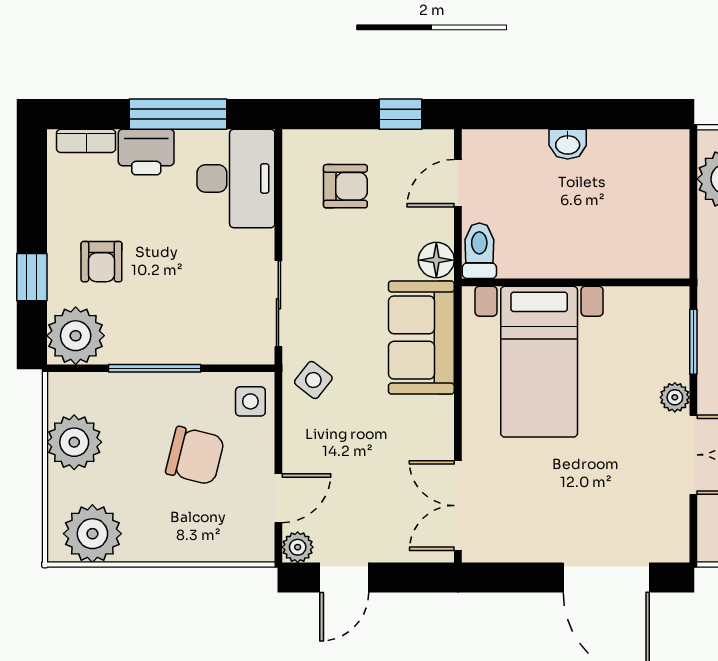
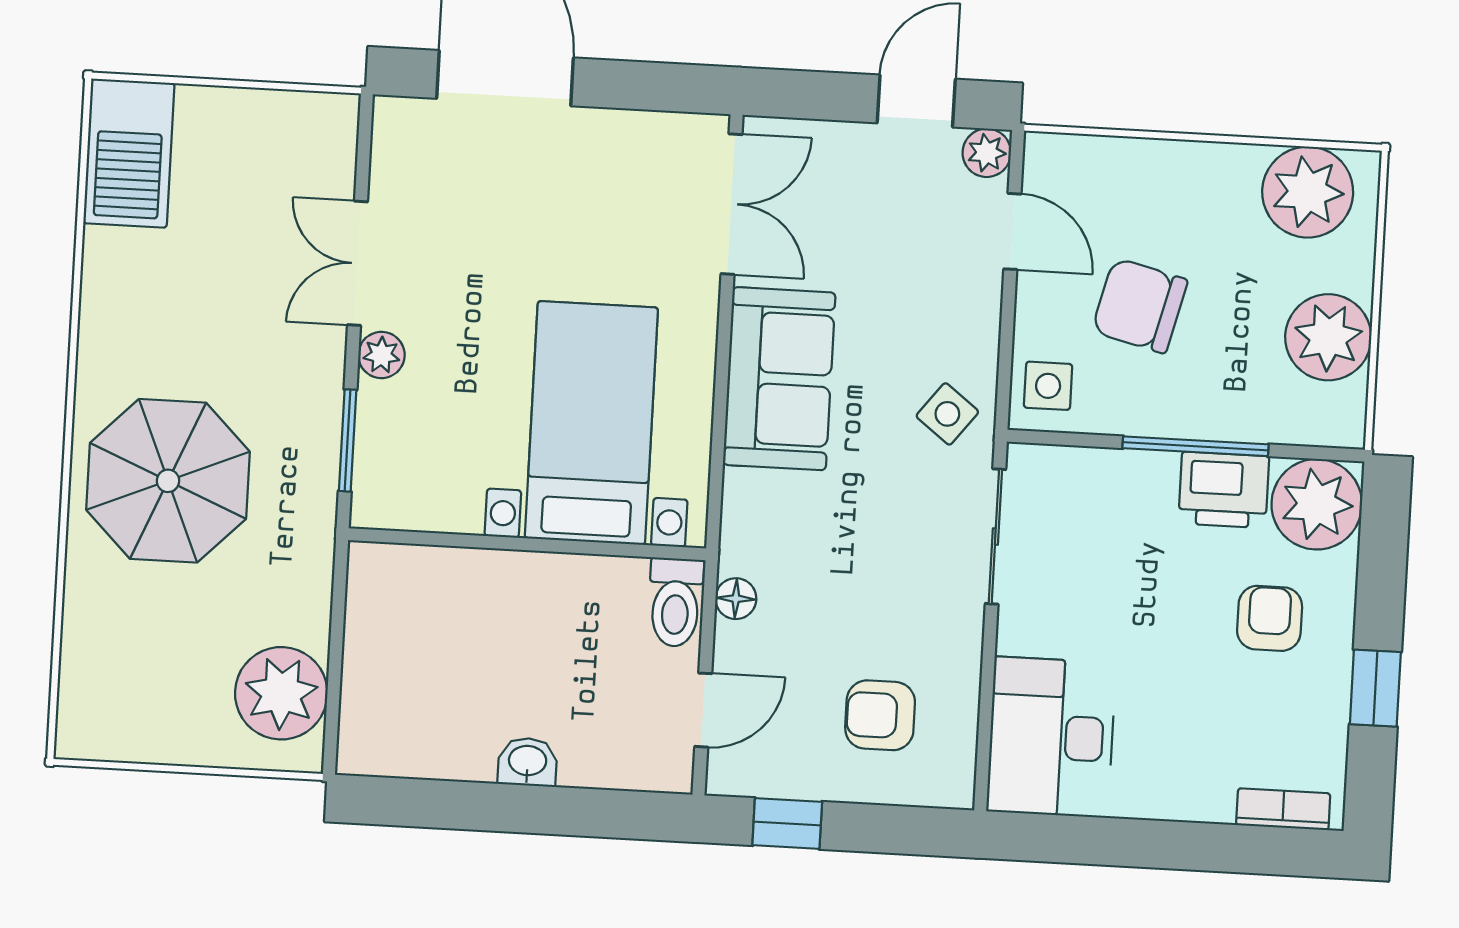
window: (178, 114) -> (1136, 843), removed
printer: (146, 152) -> (1224, 490), moved, turned 180
floor lamp: (436, 260) -> (736, 599), width x0.73, depth x0.73
window: (32, 277) -> (1375, 688), moved
sofa: (421, 338) -> (779, 379), moved
door: (278, 498) -> (1012, 231), swing flipped

